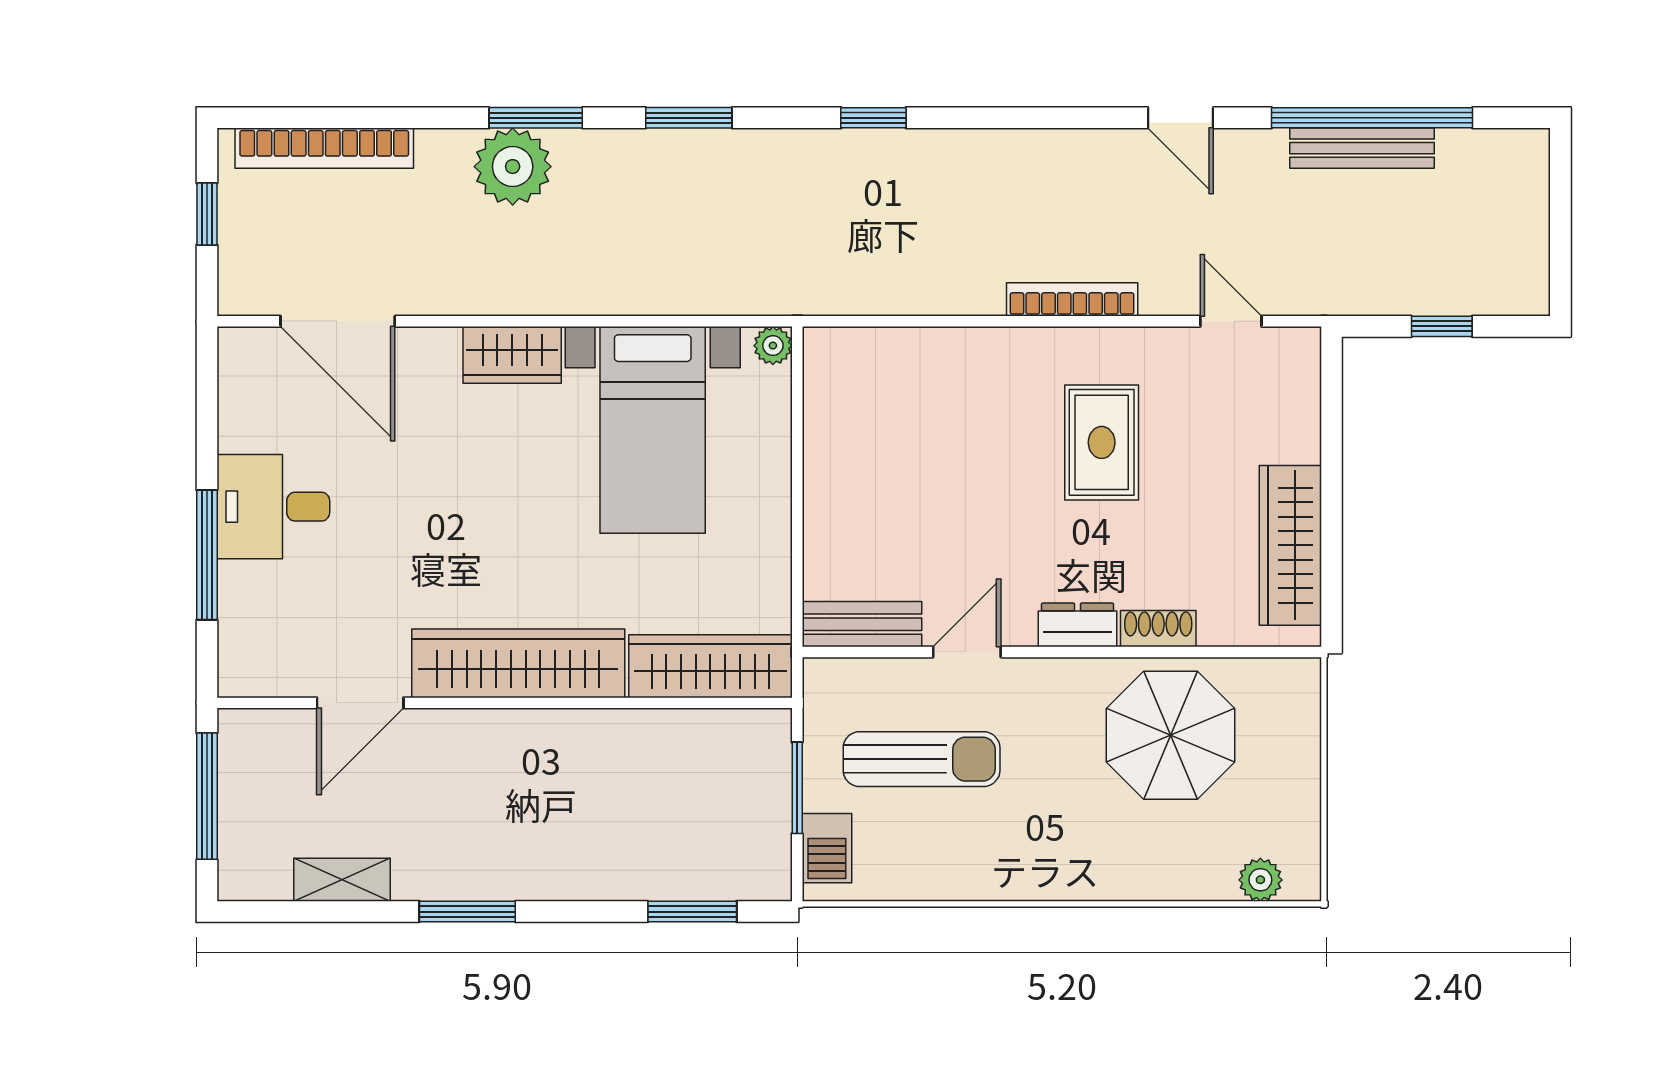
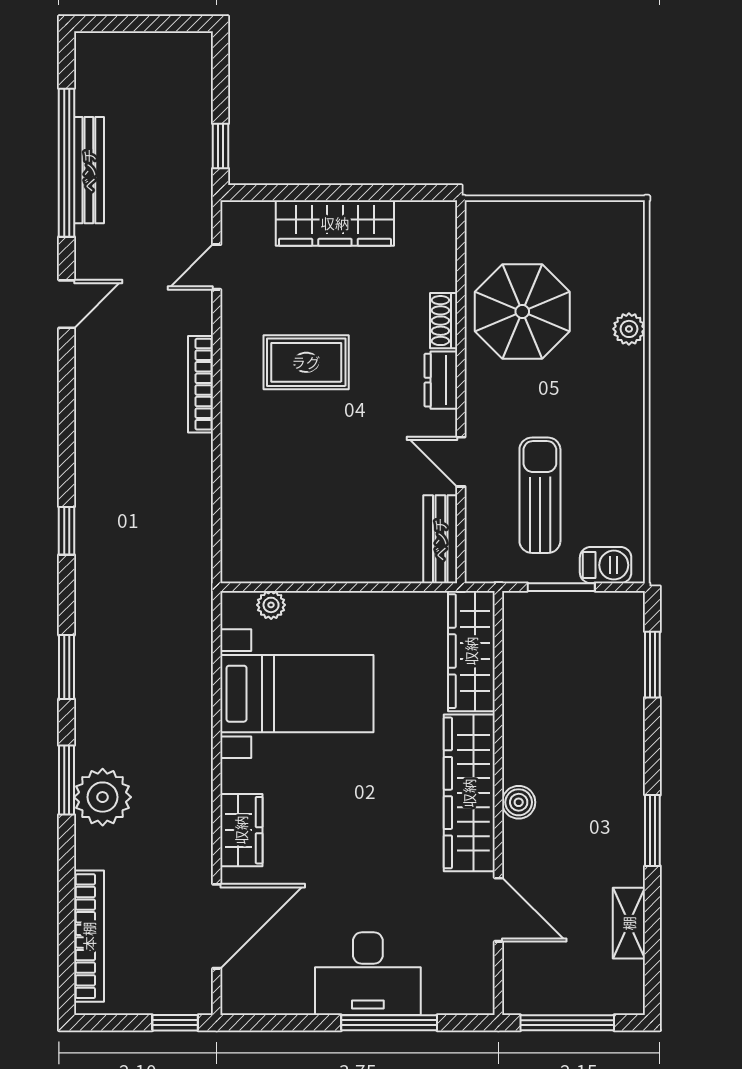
window: (207, 214) -> (175, 1023), moved
window: (1442, 326) -> (220, 146), moved
plant: (773, 346) -> (271, 605), moved
wardrobe: (512, 355) -> (241, 830), moved
desk: (273, 507) -> (368, 974), width x1.37
wardrobe: (1290, 545) -> (335, 223), moved
boiler: (506, 730) -> (519, 802), added
plant: (1260, 880) -> (629, 329), moved

